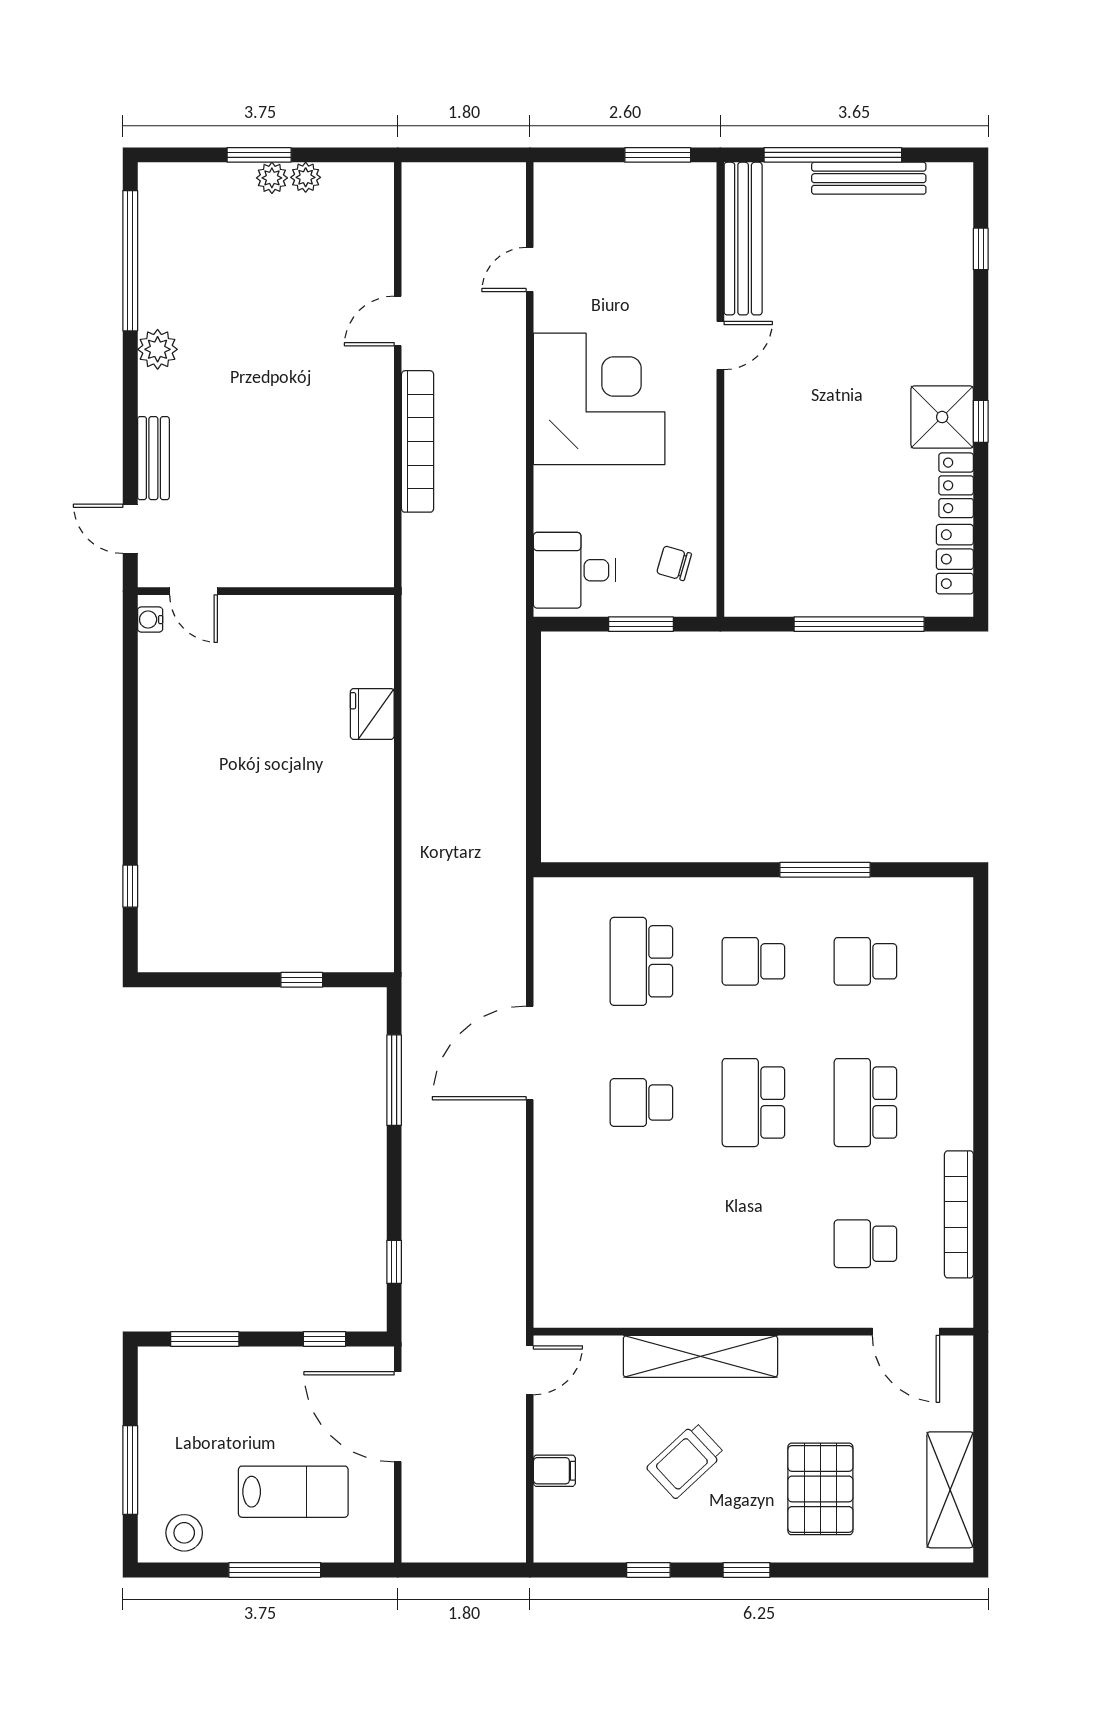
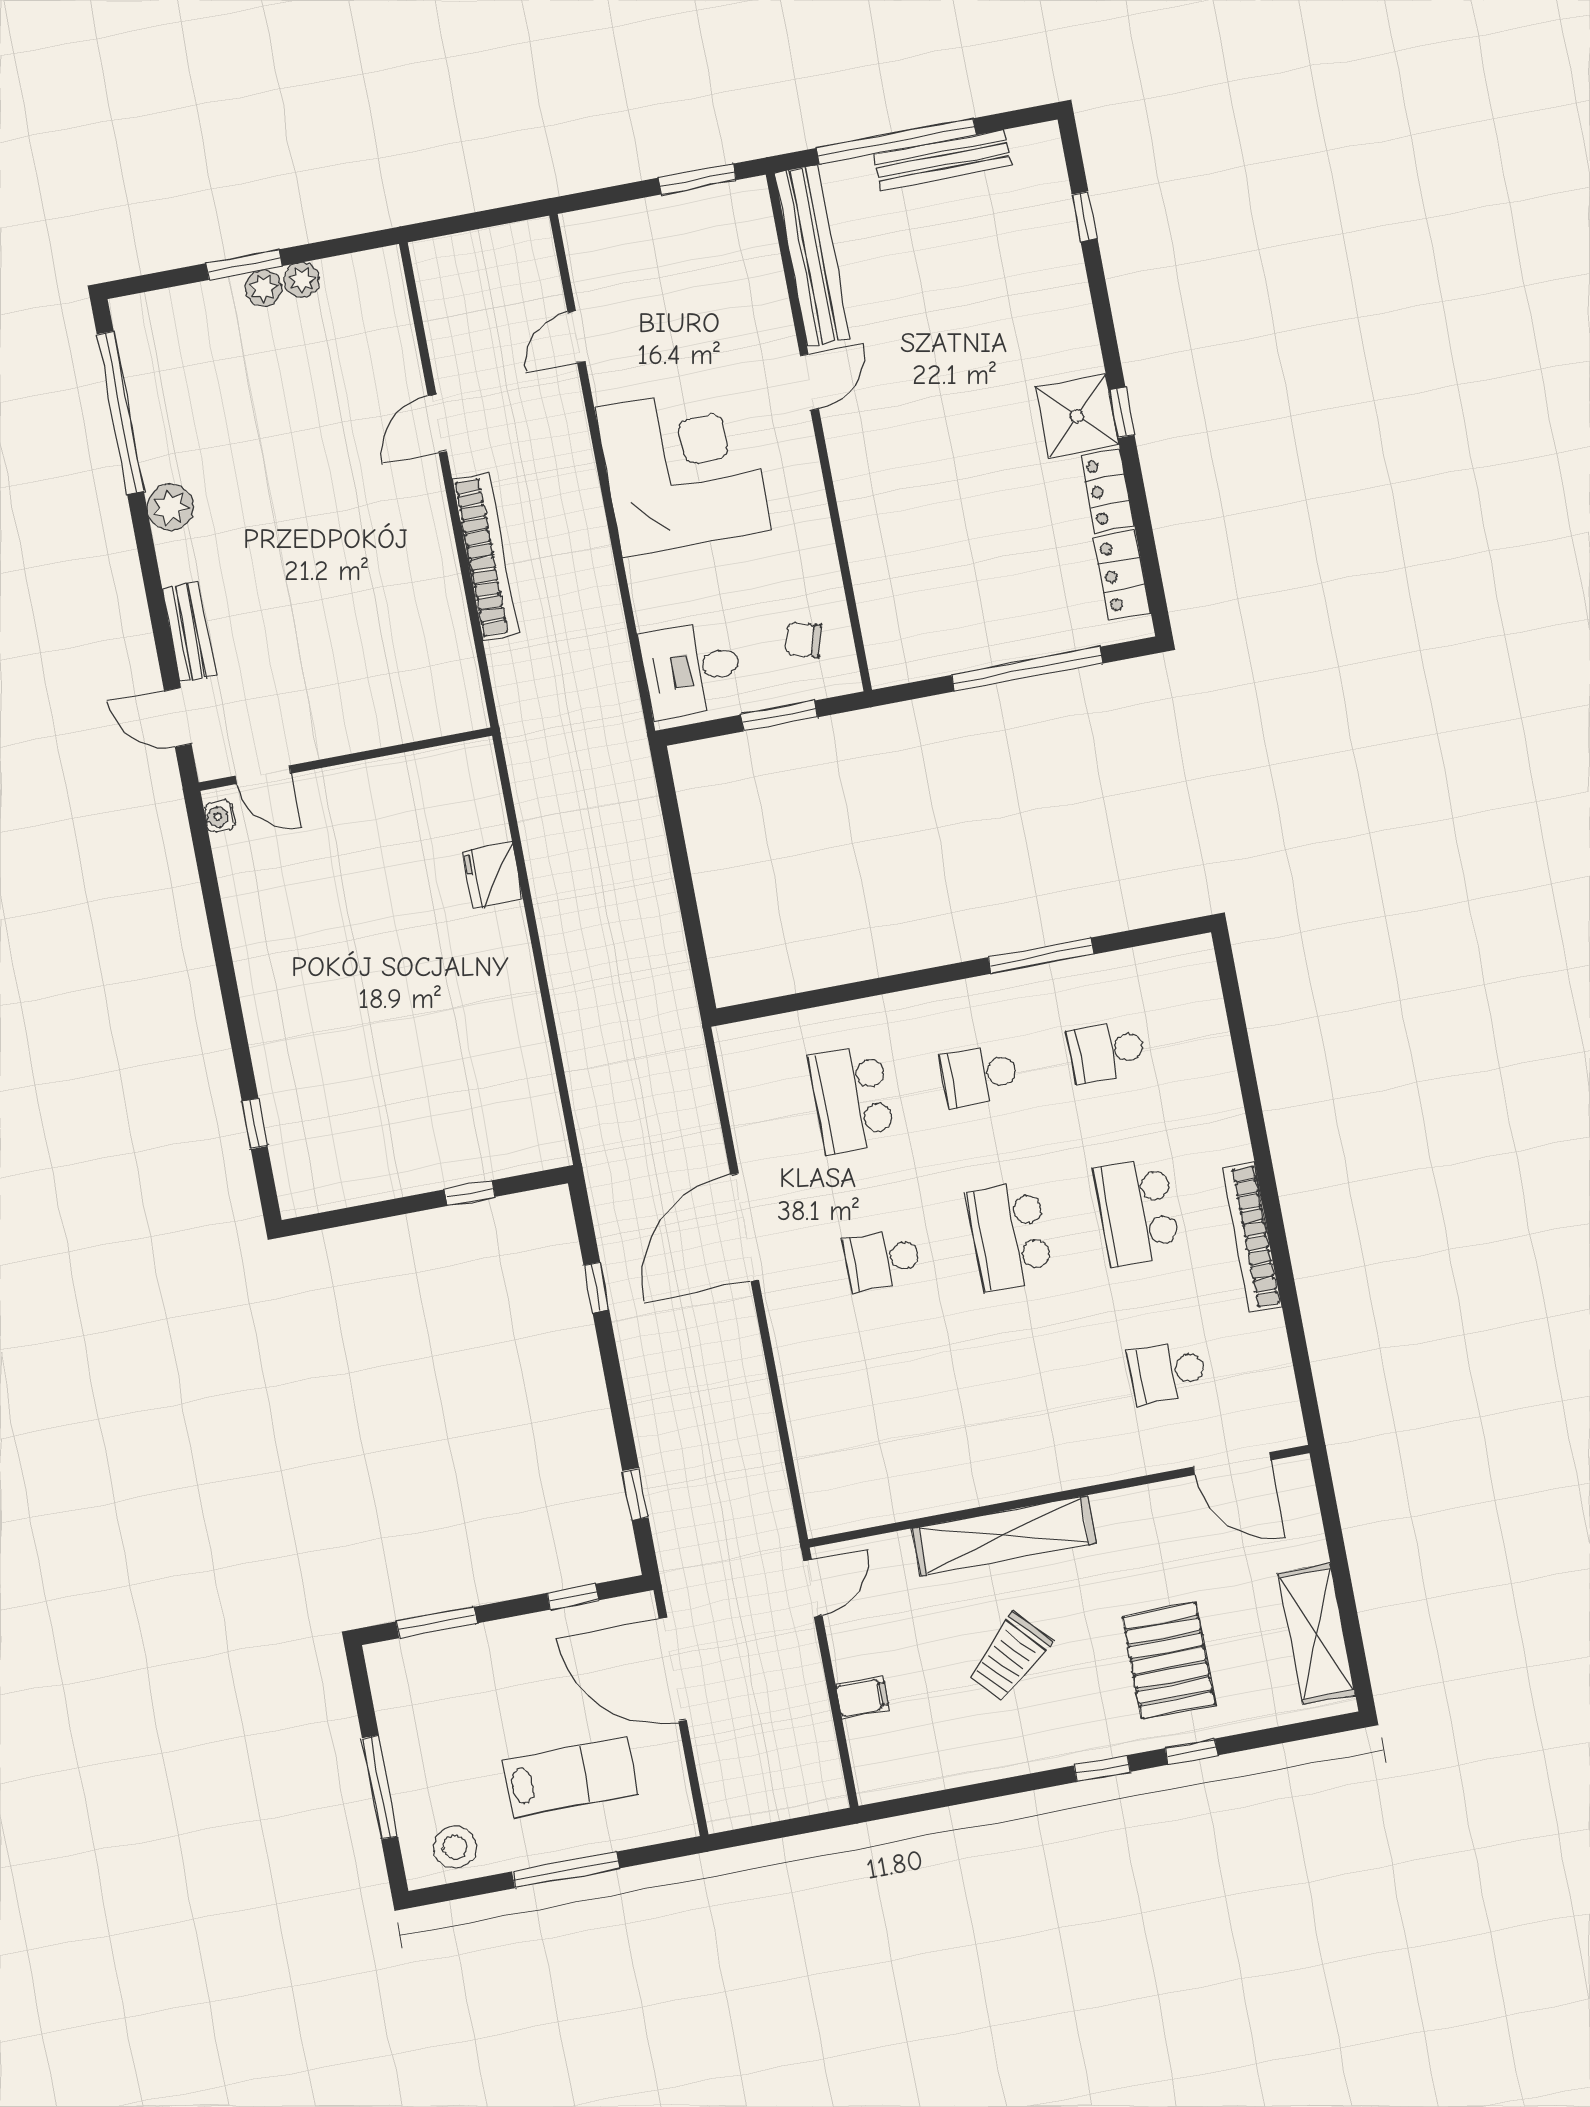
window: (394, 1080) -> (596, 1288), width x0.46
bookcase: (959, 1214) -> (1252, 1237), moved
window: (648, 1570) -> (1191, 1752), moved

